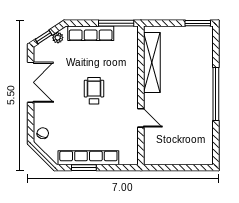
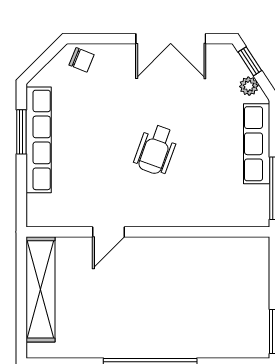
shelving: (152, 63) -> (40, 289), moved, turned 90
wheelchair: (94, 91) -> (156, 150), turned 110

